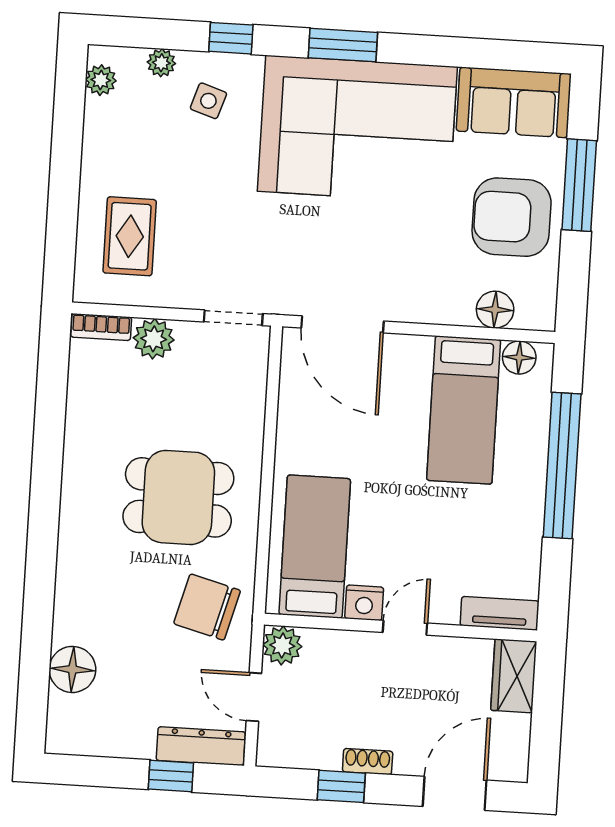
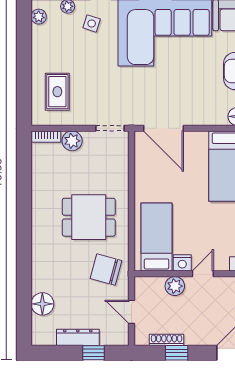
plant: (282, 646) -> (175, 286), moved
dresser: (201, 746) -> (78, 337), moved
shoe rack: (368, 762) -> (167, 340), moved, width x1.43

